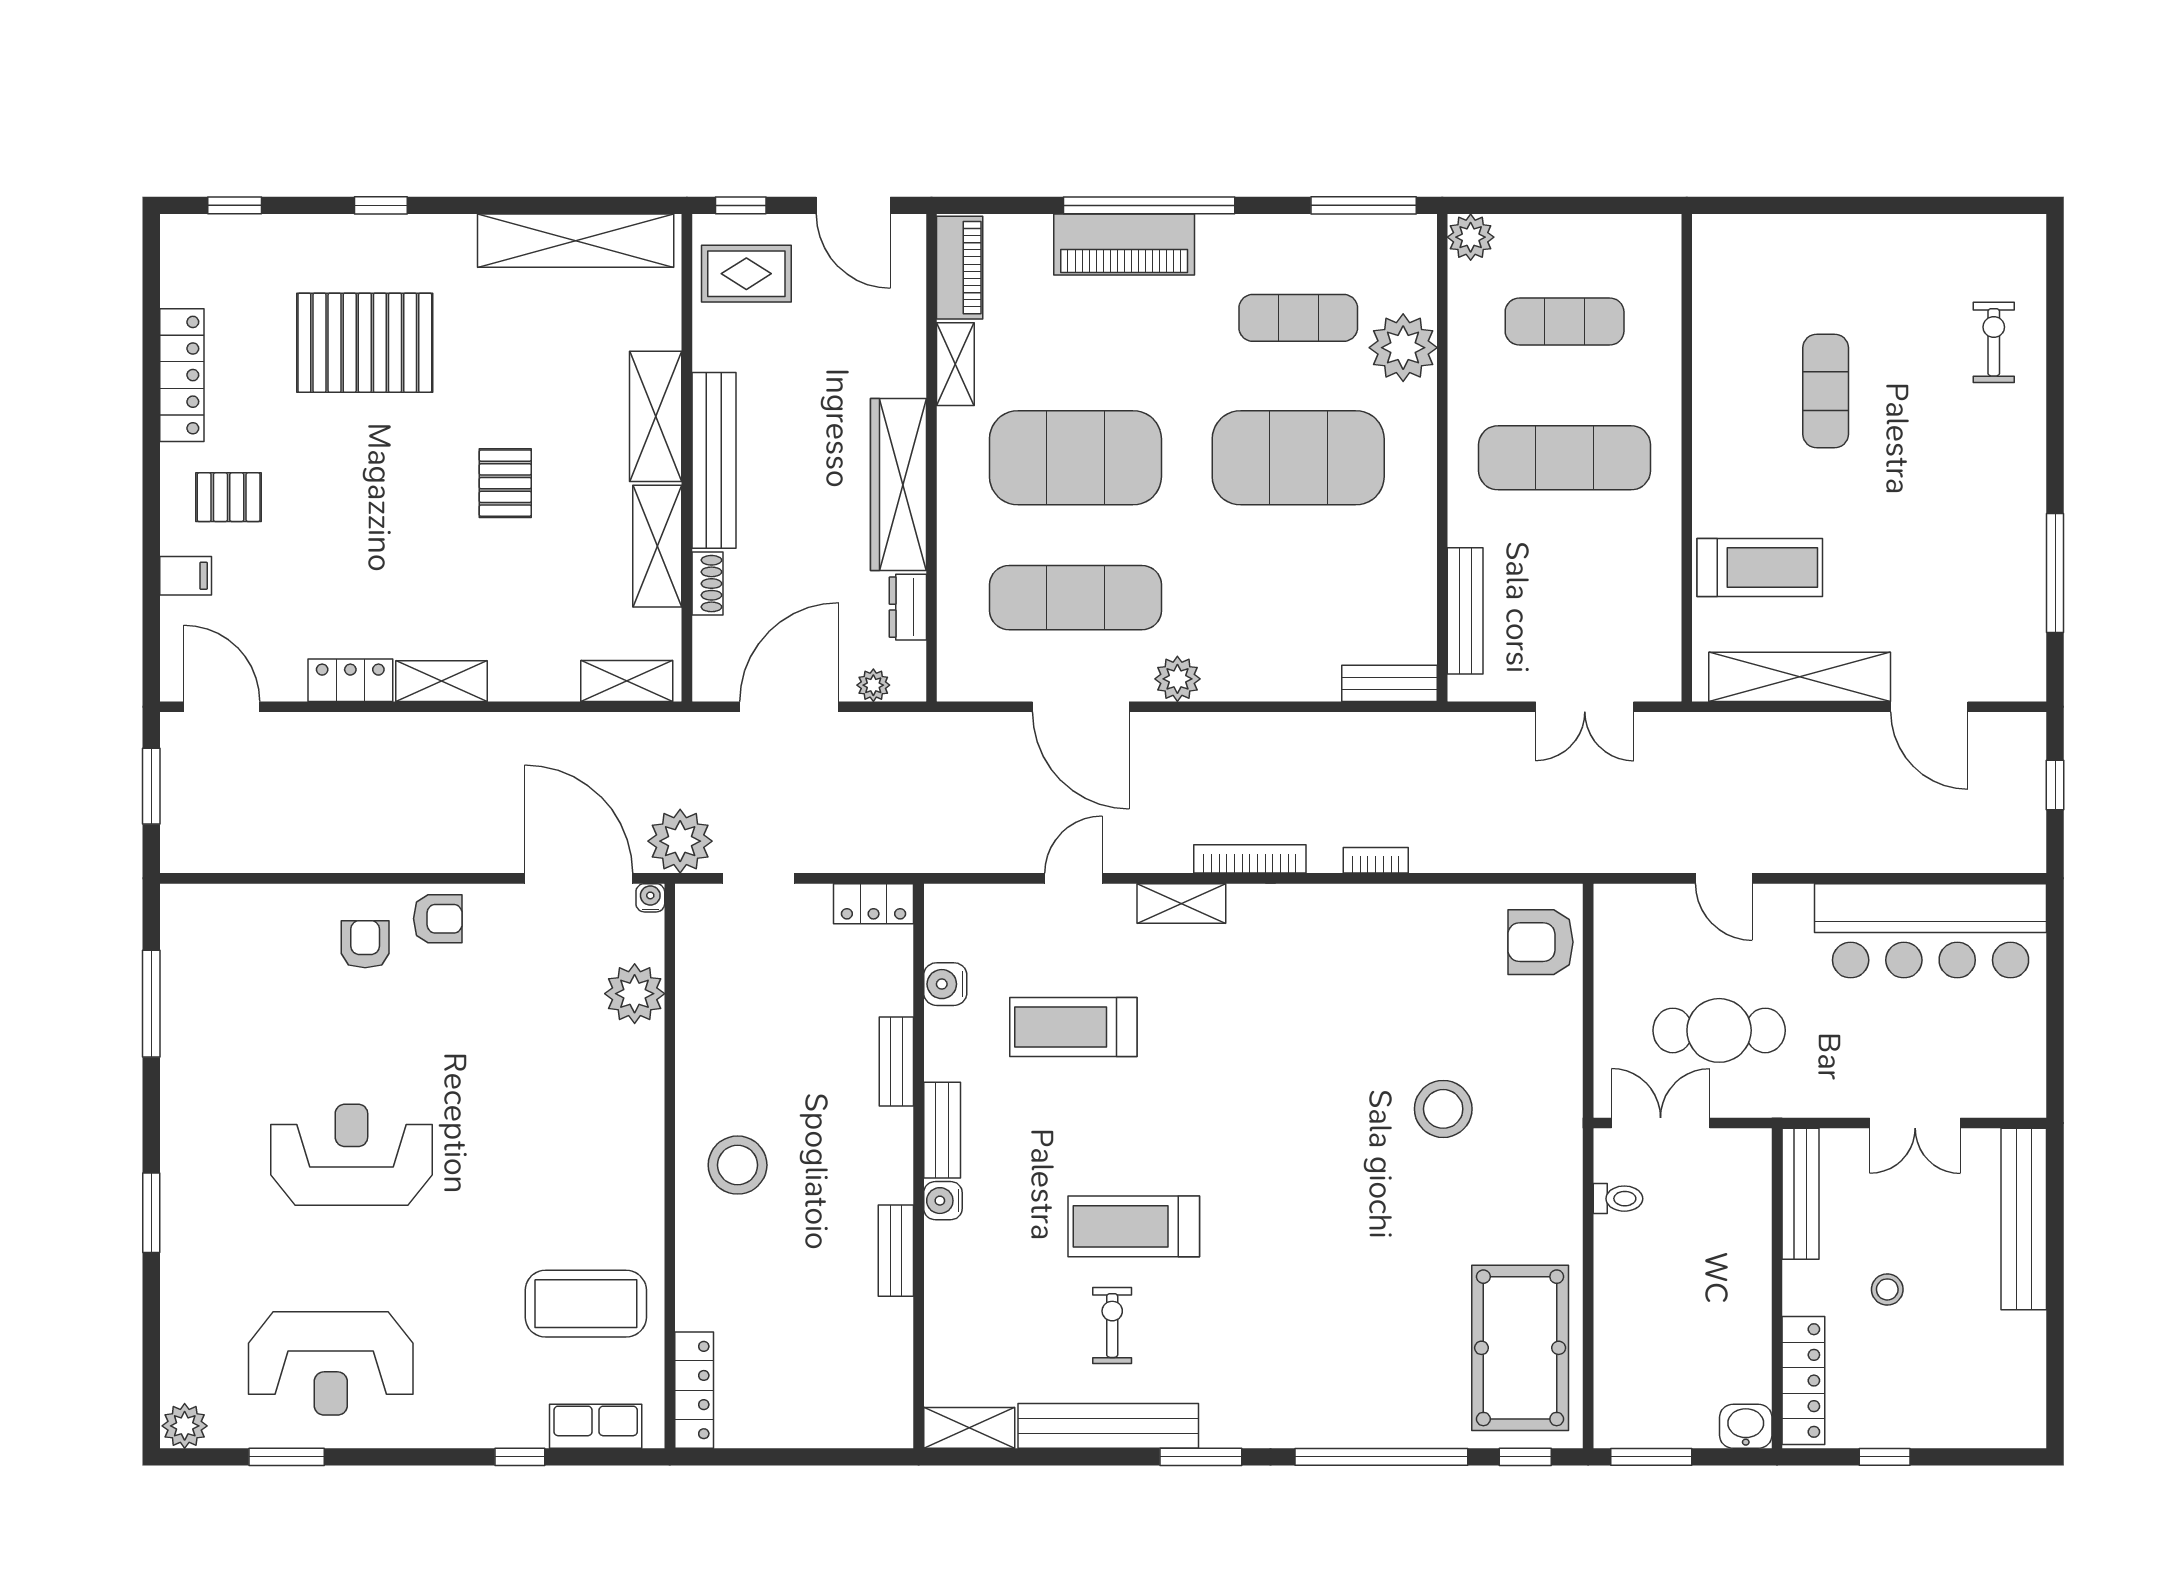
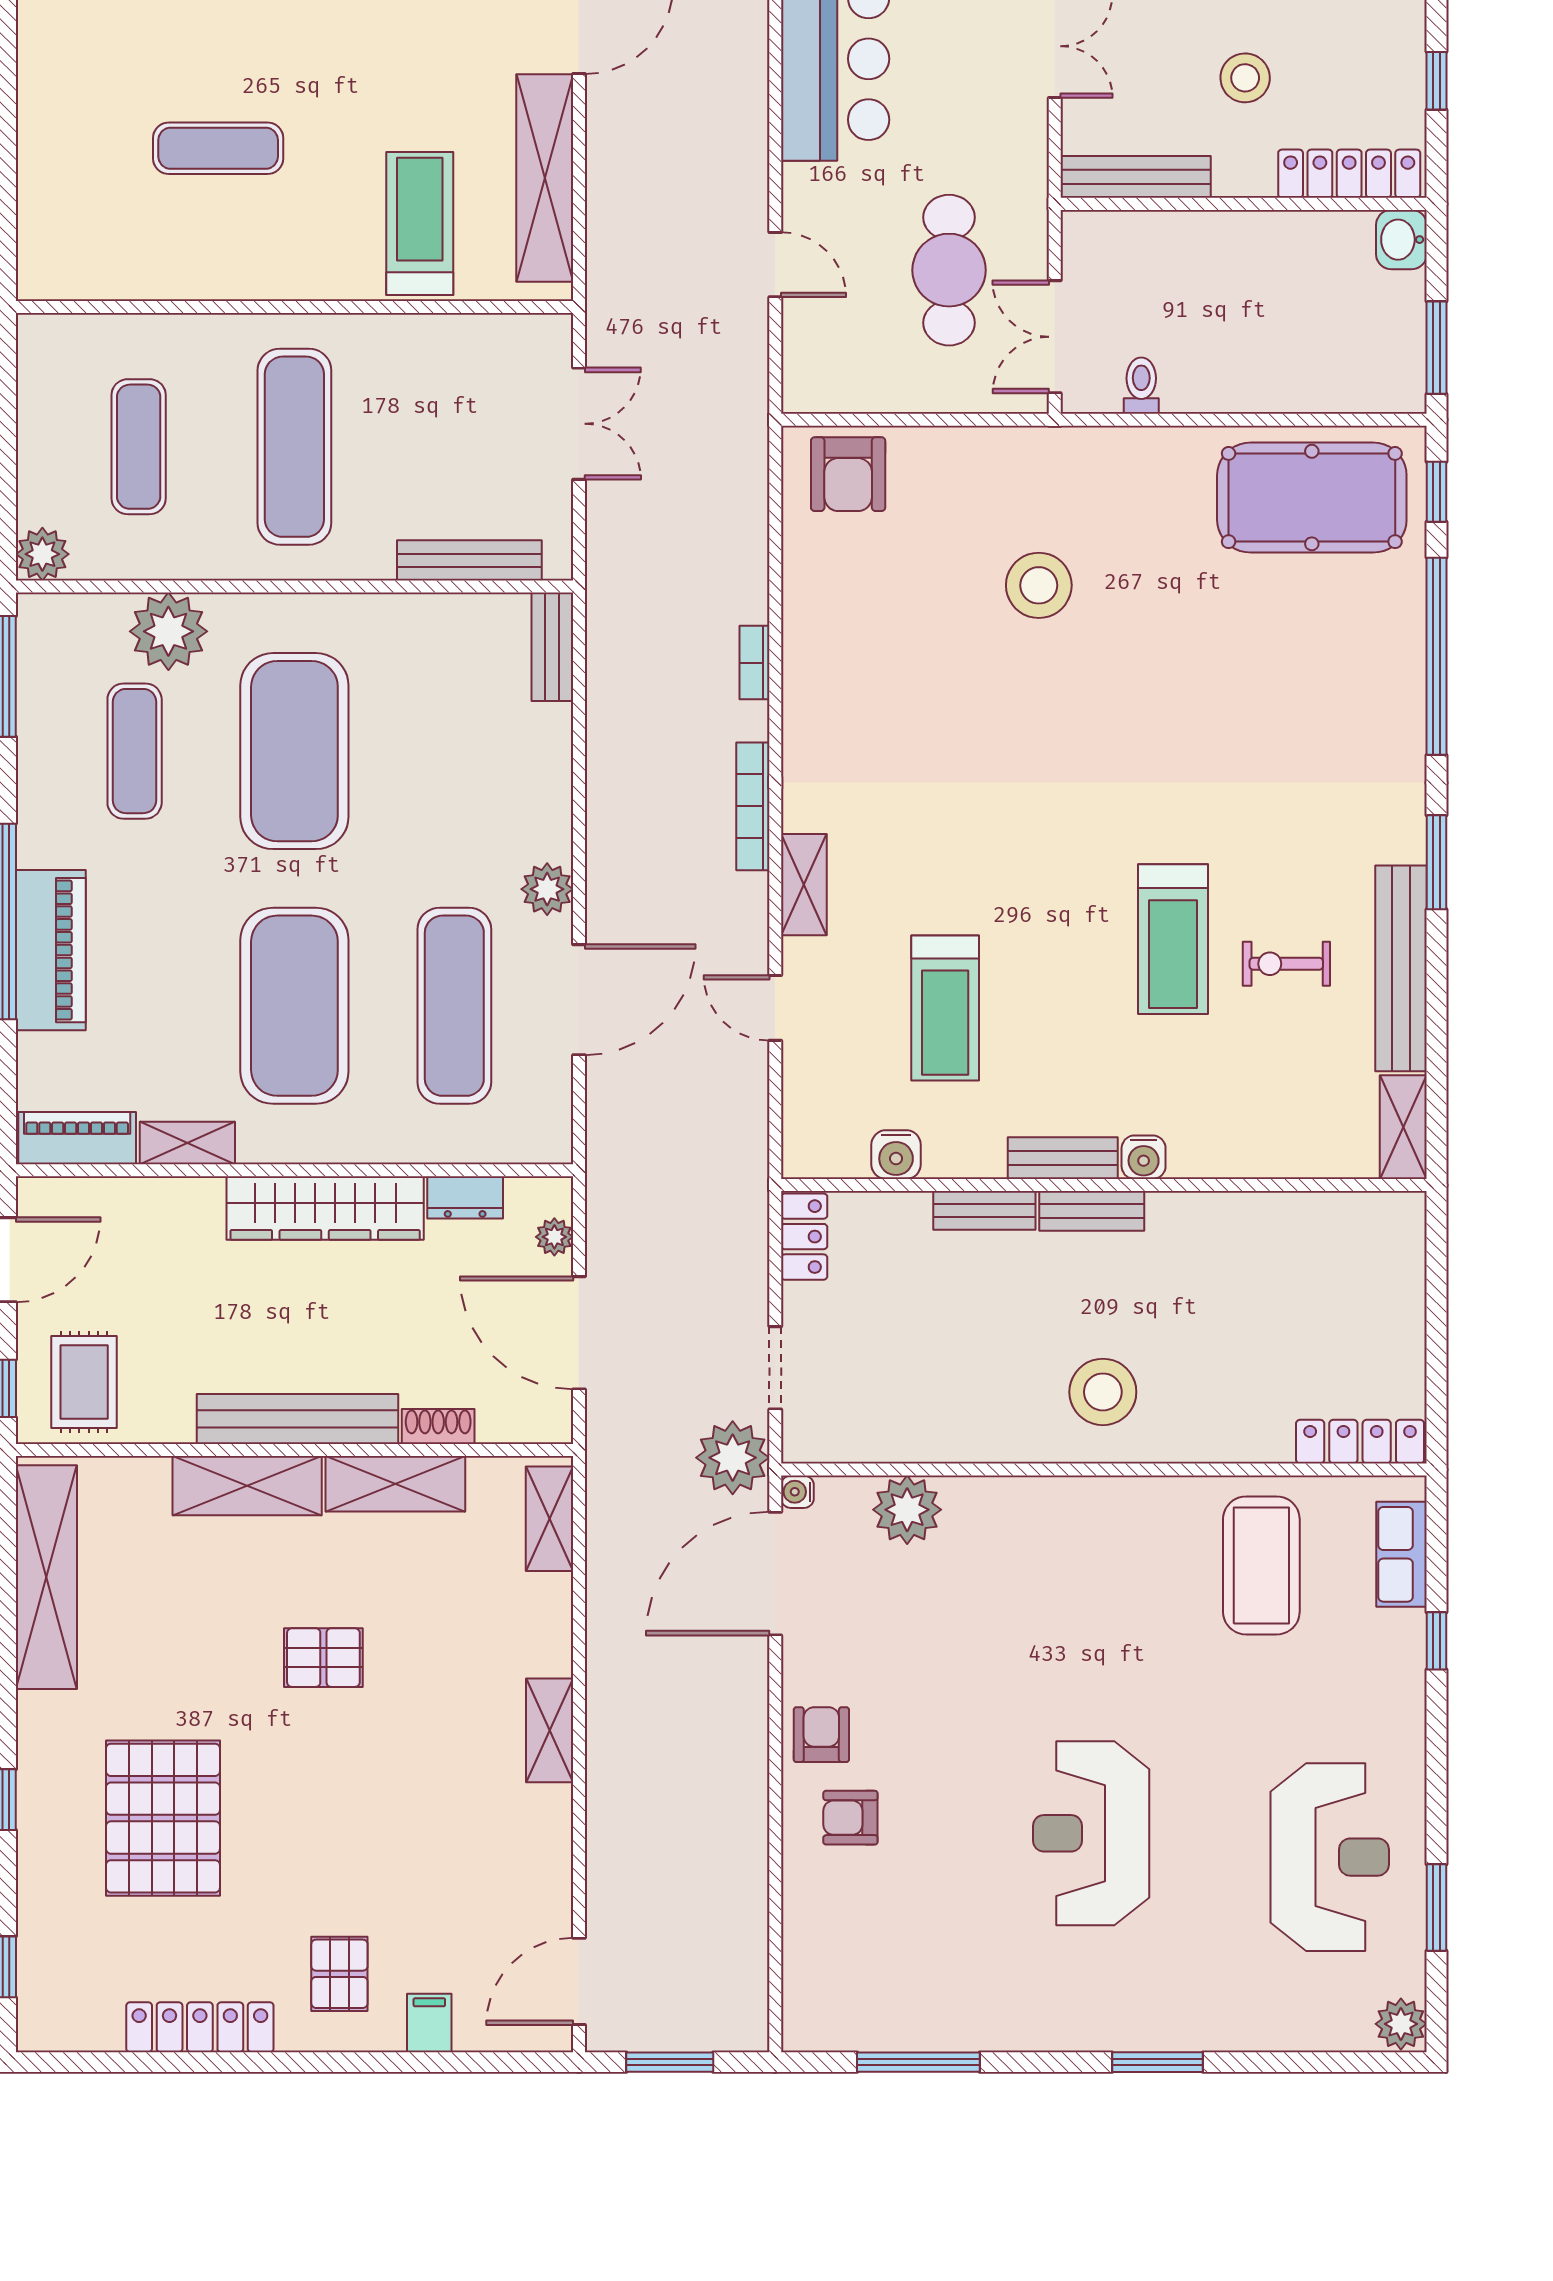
locker: (350, 680) -> (549, 1835), removed
door: (1724, 878) -> (775, 265), hinge flipped
bench: (896, 1251) -> (1092, 1211), moved
stool: (1887, 1289) -> (1245, 78), width x1.37, depth x1.37

